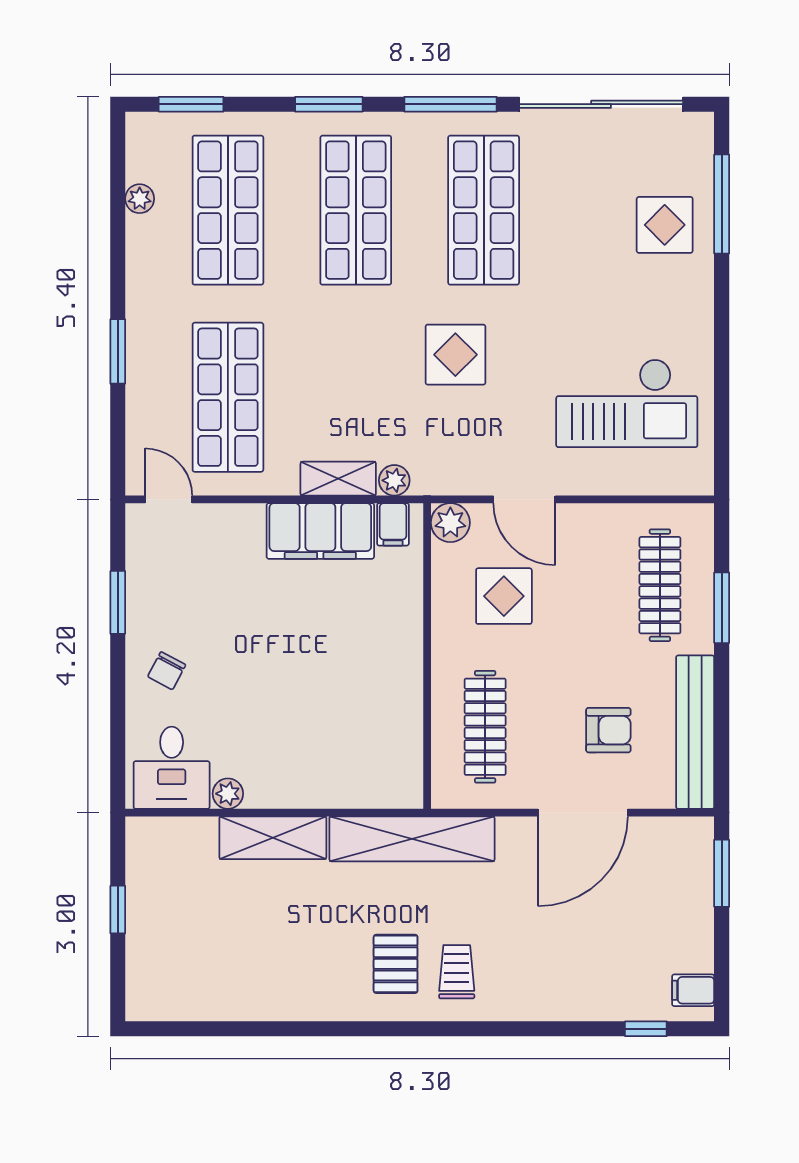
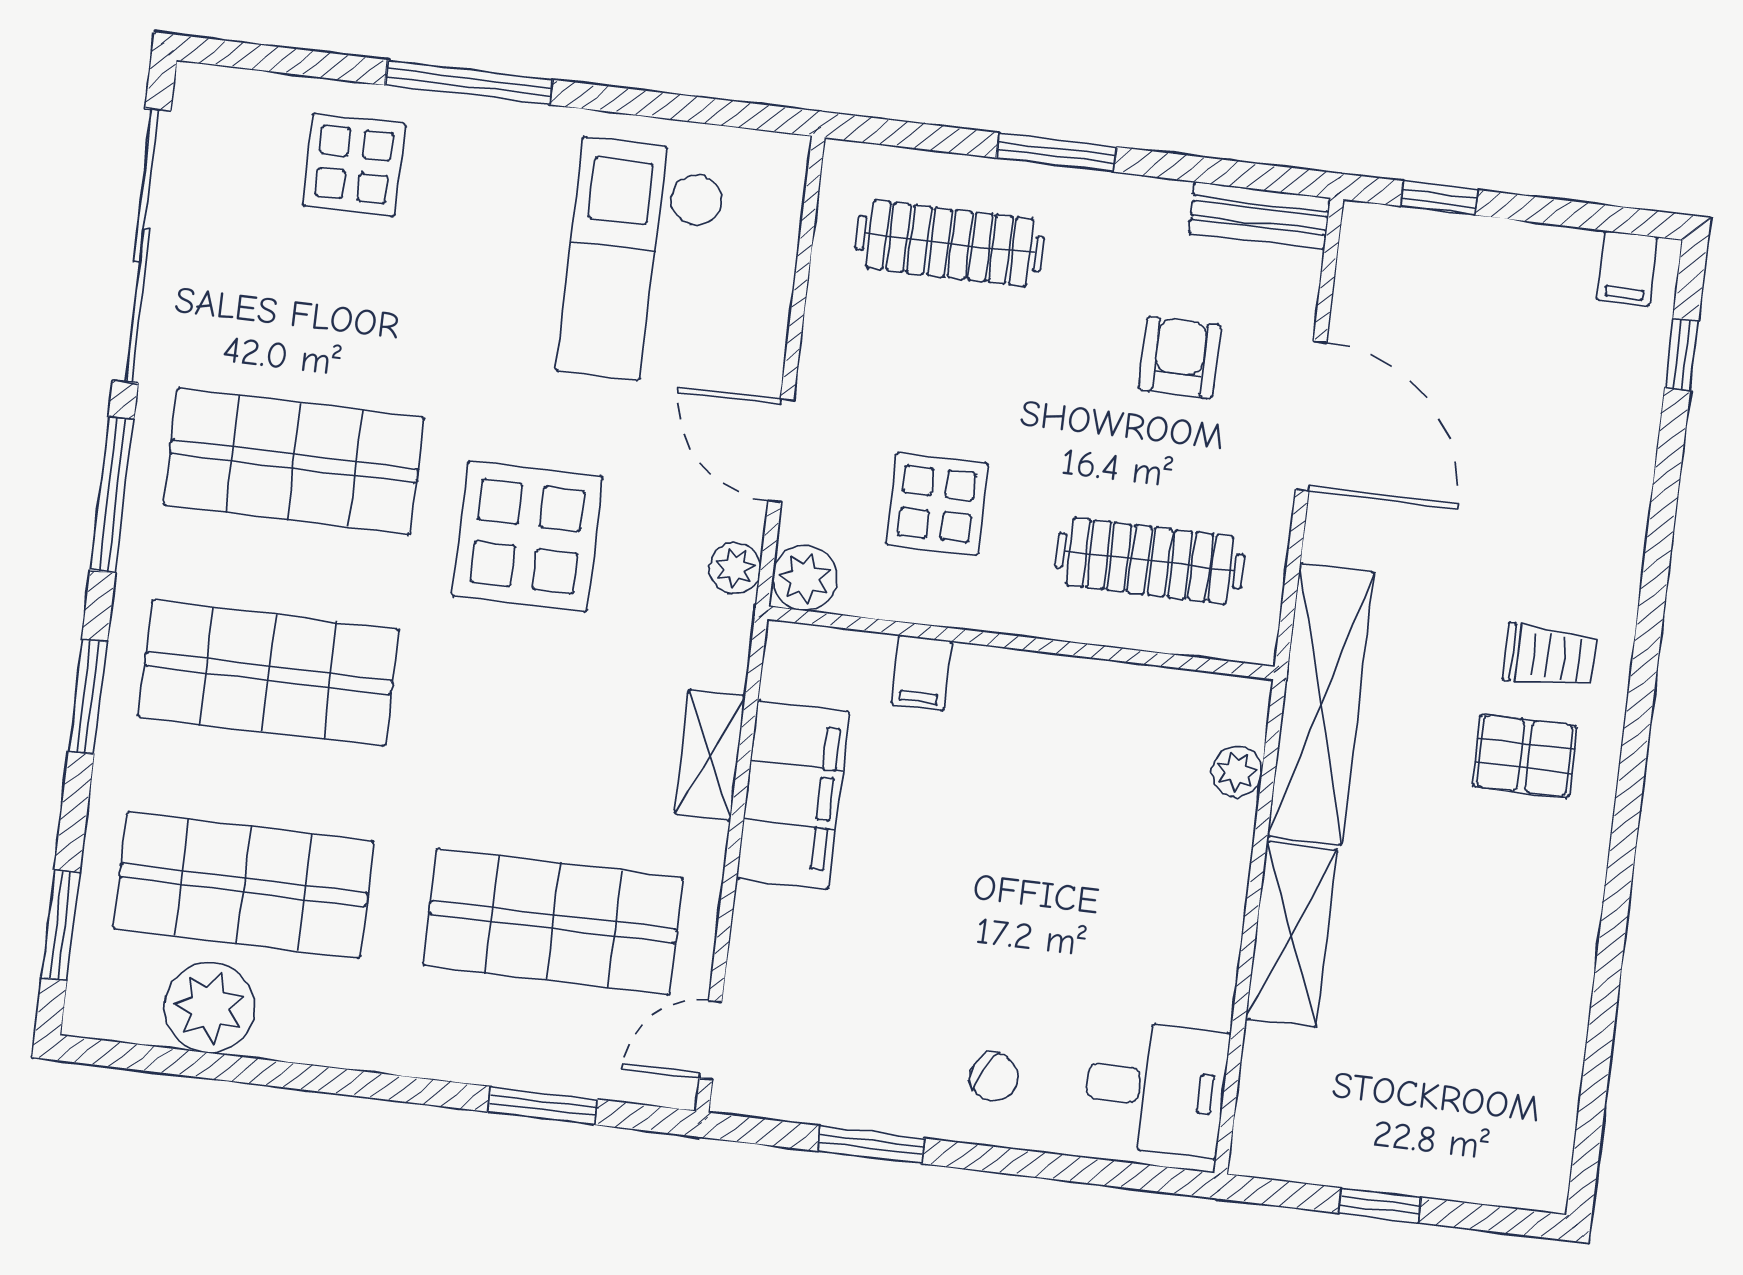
plant: (140, 199) -> (209, 1008), width x1.87, depth x1.87
window: (722, 204) -> (469, 82), moved
window: (118, 351) -> (543, 1106), moved
display table: (455, 355) -> (527, 536), width x1.36, depth x1.36
checkout: (627, 403) -> (642, 262), turned 180
plant: (394, 480) -> (735, 568), moved
door: (524, 499) -> (781, 451), swing flipped
filing cabinet: (393, 524) -> (921, 673), moved, turned 90
window: (722, 608) -> (1056, 152), moved
bench: (695, 732) -> (1260, 216), width x0.54, depth x0.82
plant: (228, 794) -> (1237, 772), moved
window: (722, 873) -> (1439, 198), width x0.67
trolley: (457, 972) -> (1550, 656), turned 180

